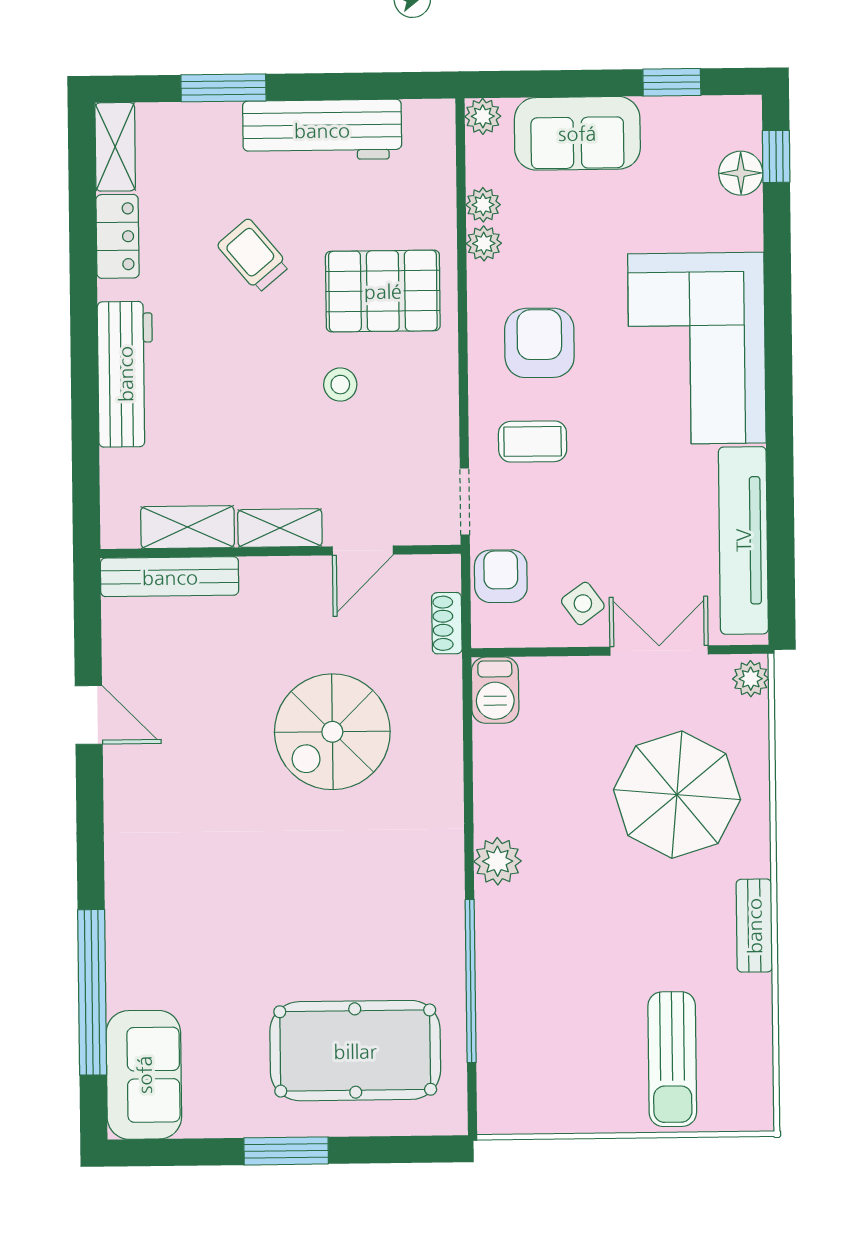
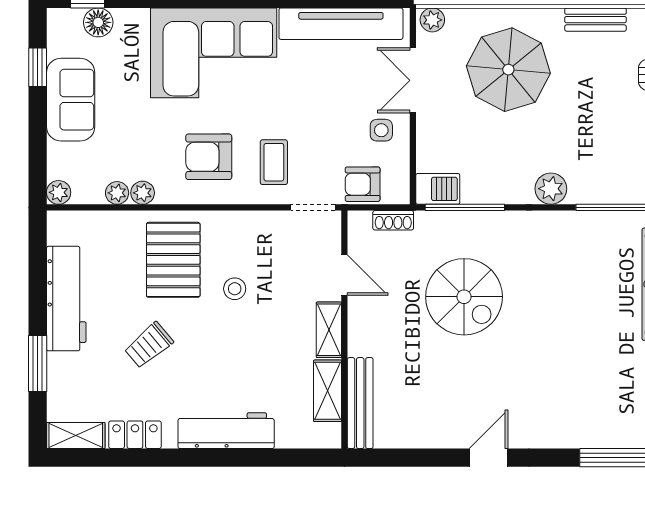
sofa: (577, 133) -> (71, 100), moved
side table: (583, 603) -> (381, 130), turned 36
door: (89, 715) -> (489, 458), moved
window: (468, 731) -> (465, 207), added

